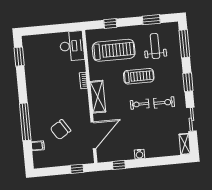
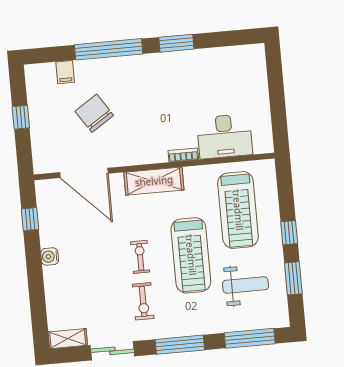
window: (110, 23) -> (289, 233), moved
desk: (72, 46) -> (225, 136), moved
window: (19, 57) -> (176, 43), moved
treadmill: (139, 76) -> (191, 255), width x1.37, depth x1.38
window: (188, 82) -> (180, 345), width x1.44
window: (77, 169) -> (21, 117), moved

